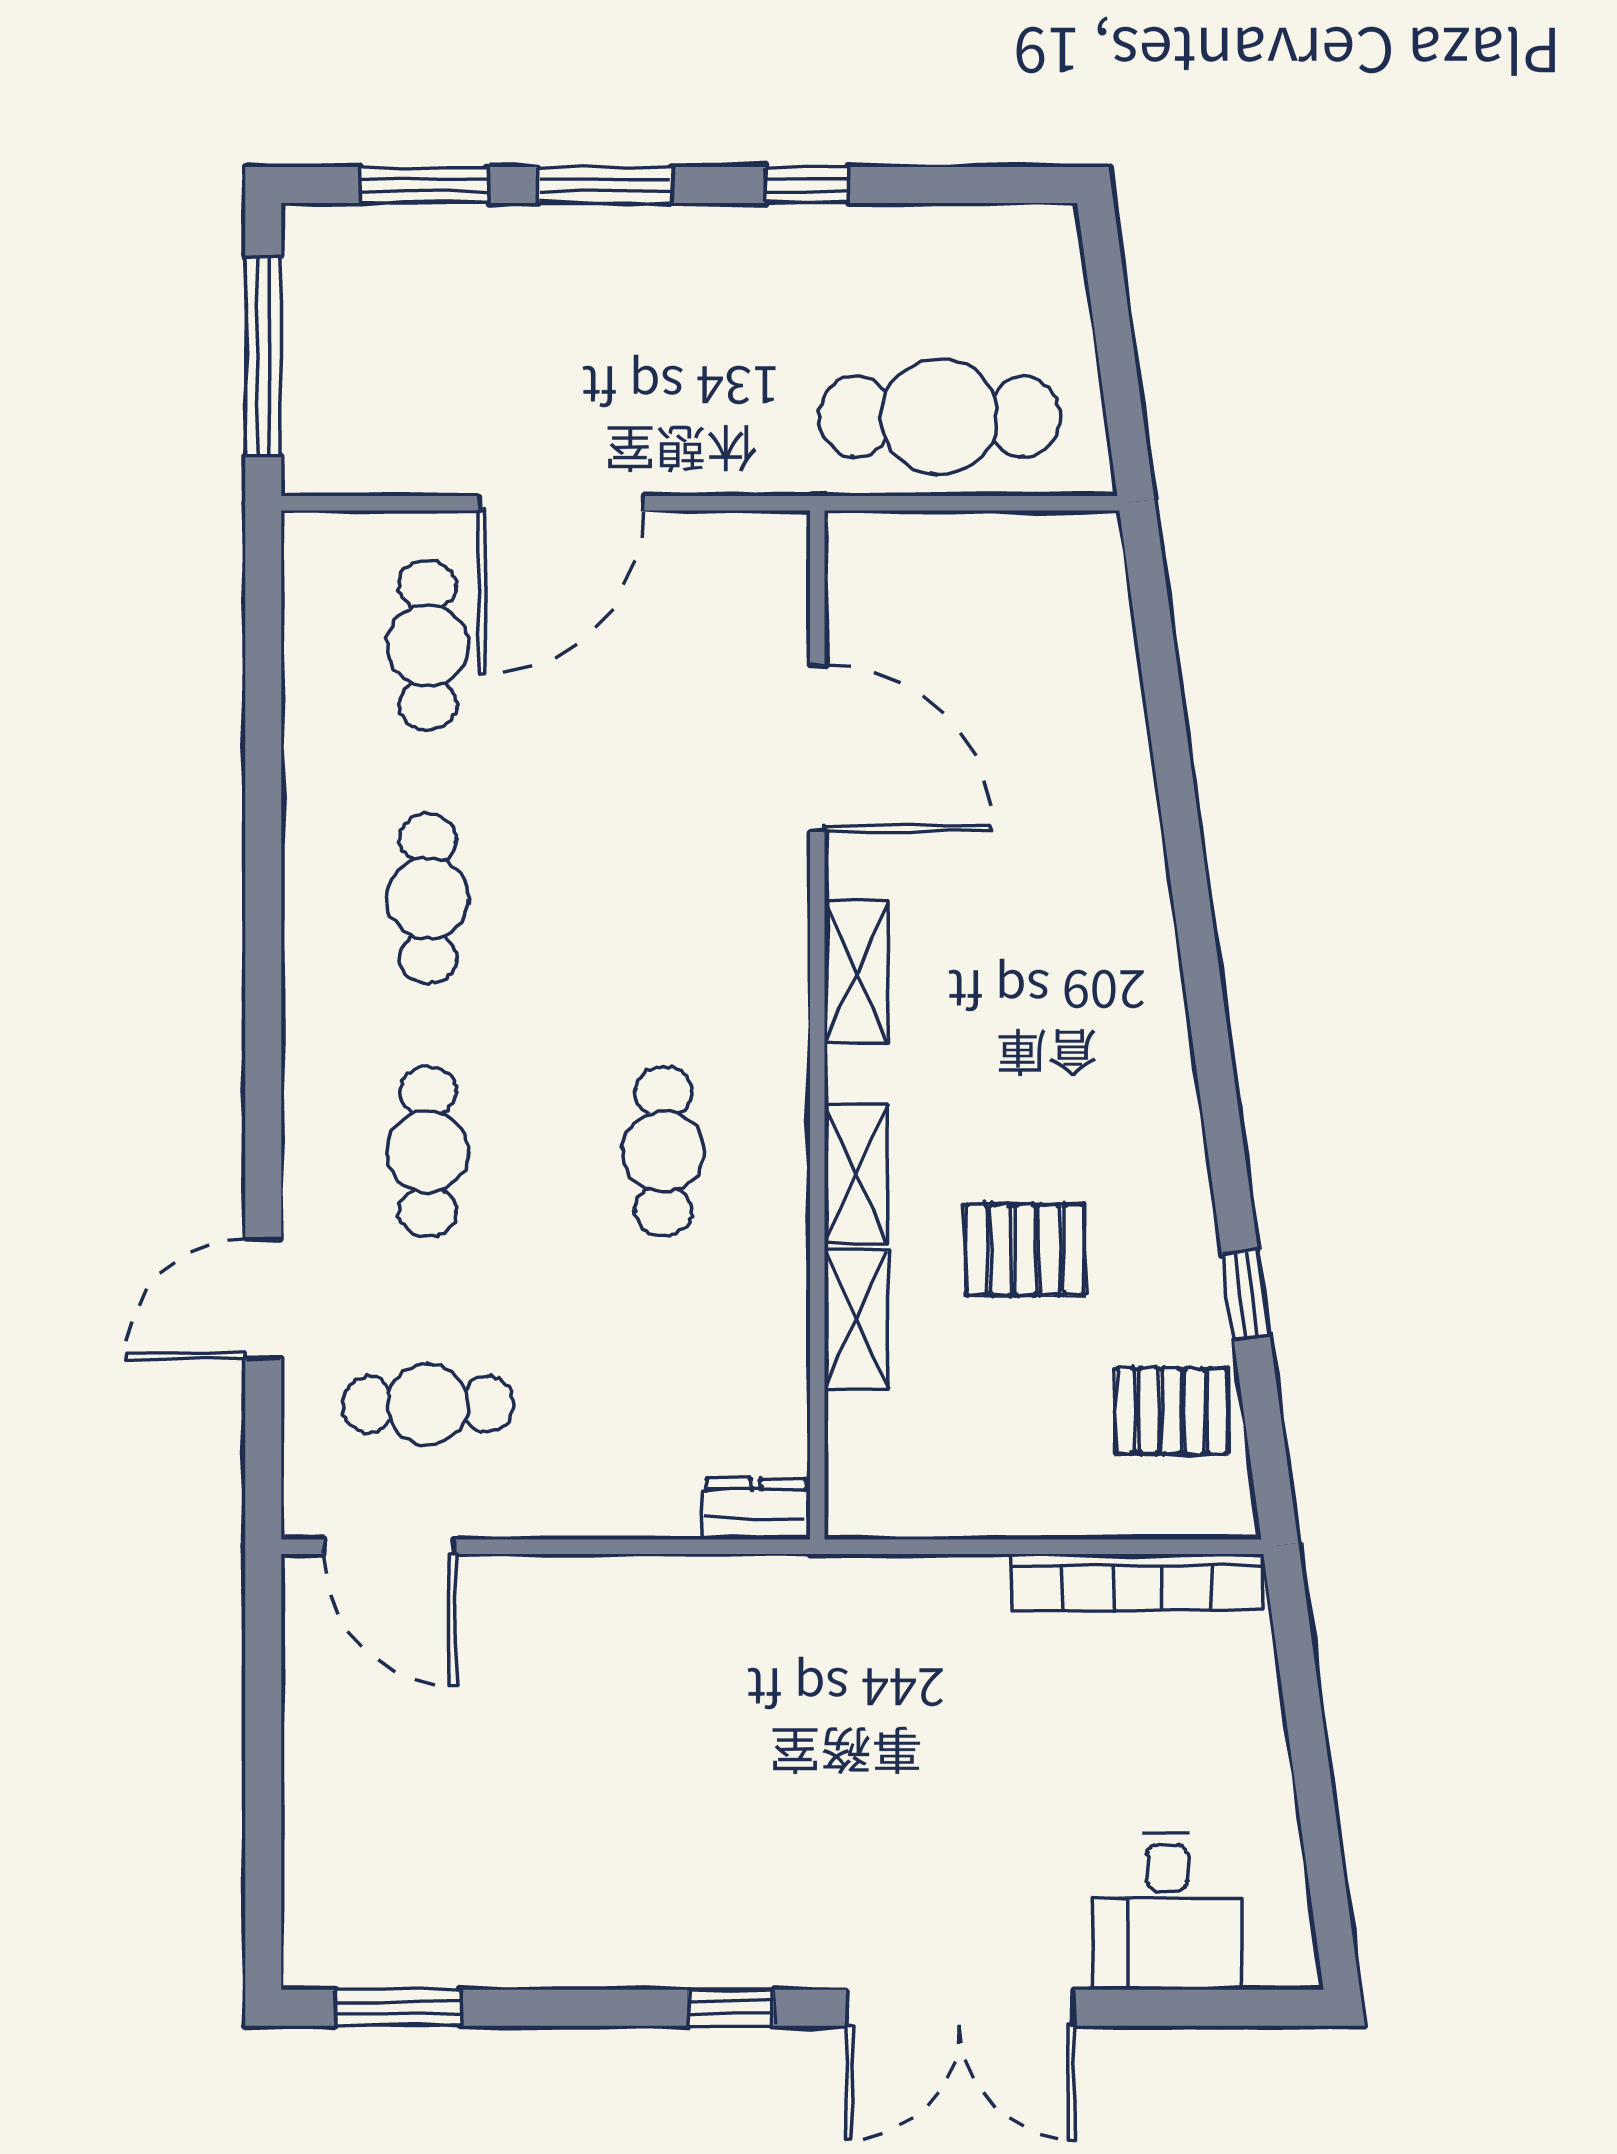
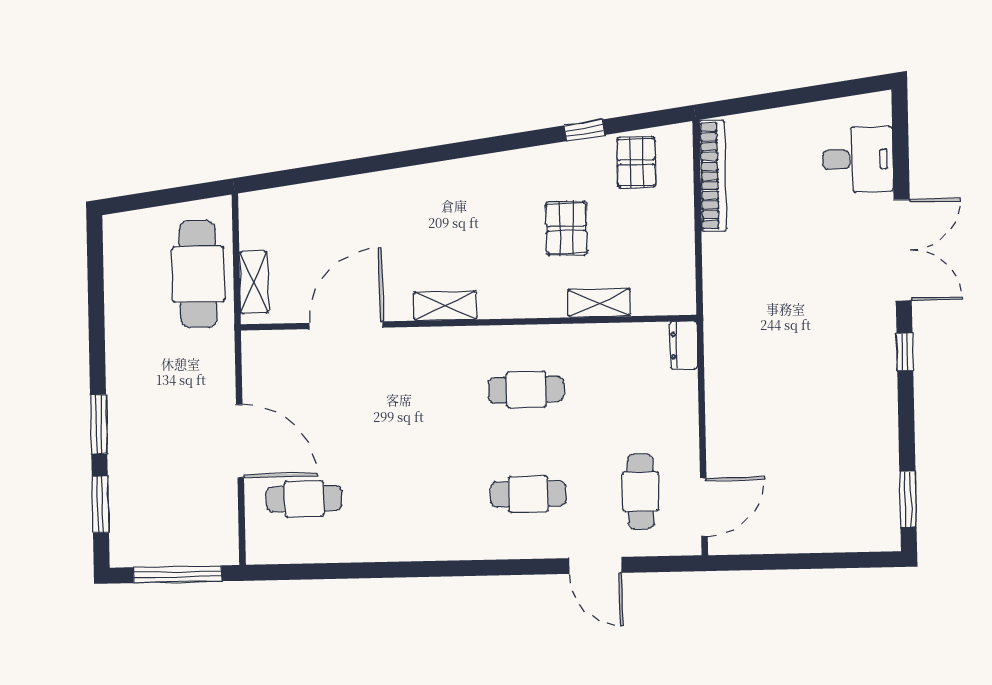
window: (807, 185) -> (97, 335), removed
cafe table: (428, 898) -> (416, 496), removed
shelving: (856, 1174) -> (254, 283), moved, turned 90

